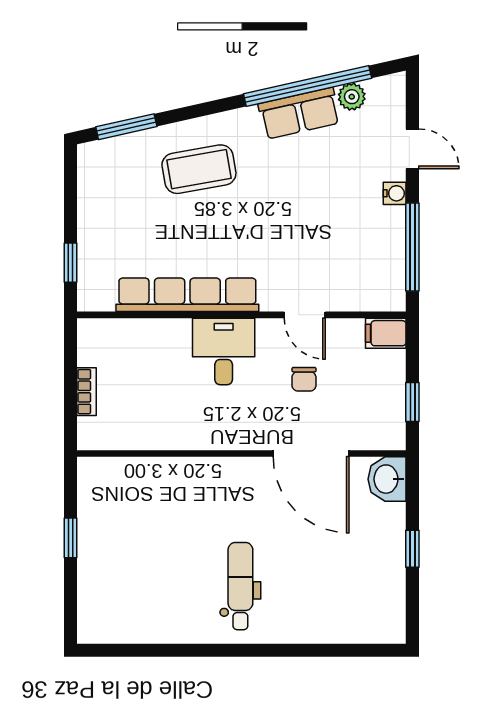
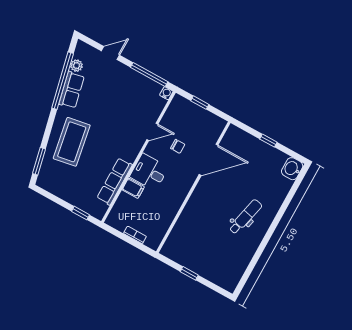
coffee table: (199, 169) -> (72, 142), width x1.36, depth x1.32
water cooler: (395, 193) -> (166, 93), moved
row of seats: (187, 295) -> (115, 181), width x0.73
filing cabinet: (386, 333) -> (133, 188), moved, turned -90
window: (412, 402) -> (200, 103), moved
washbasin: (387, 479) -> (292, 169), moved, turned 90
dental chair: (240, 586) -> (245, 217), turned 103

